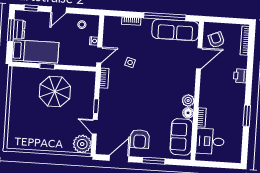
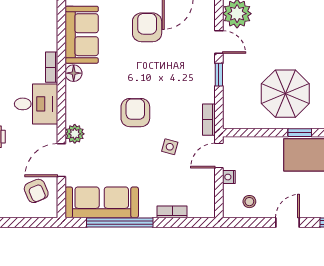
armchair: (151, 85) -> (135, 113), added
plant: (188, 101) -> (75, 134), moved
desk: (210, 141) -> (36, 104), moved

